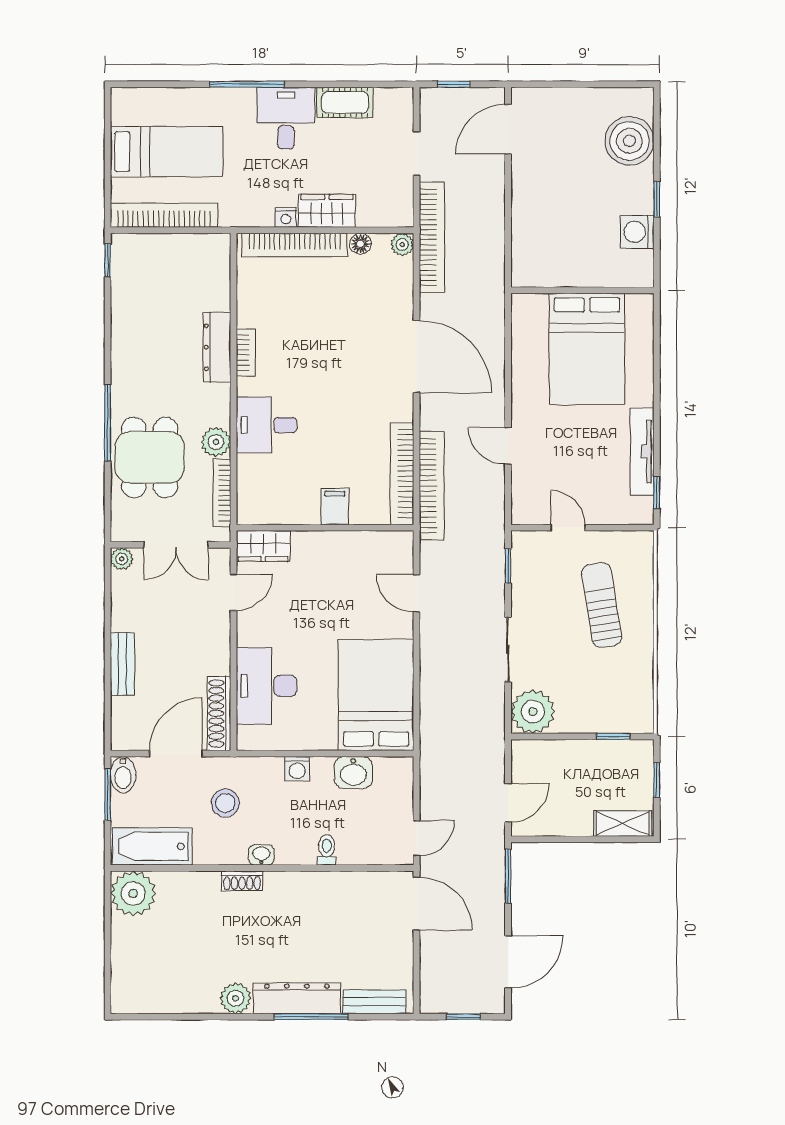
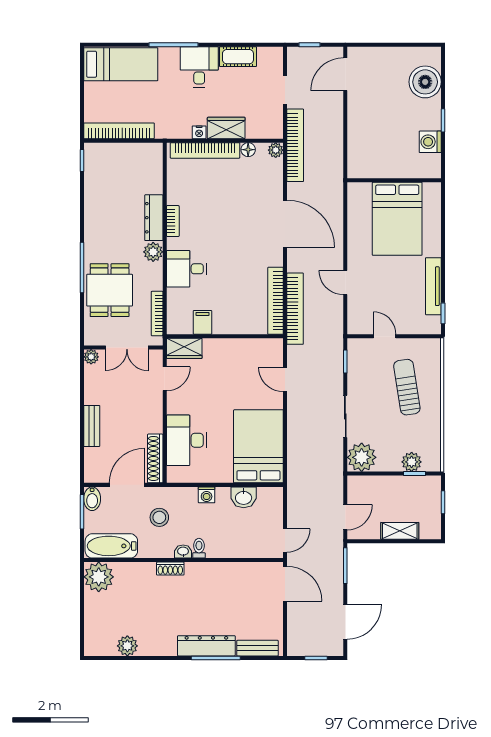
bed: (167, 152) -> (121, 64), moved
plant: (216, 442) -> (153, 252), moved
filing cabinet: (335, 506) -> (203, 322), moved
plant: (609, 719) -> (412, 462), added
shelving: (623, 824) -> (400, 531), moved
toilet: (327, 850) -> (199, 548), moved
plant: (235, 998) -> (127, 646), moved

